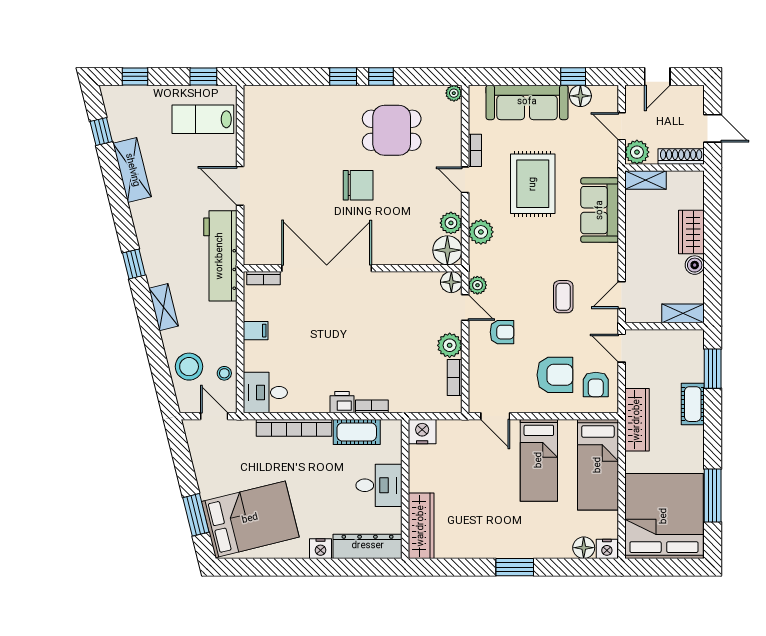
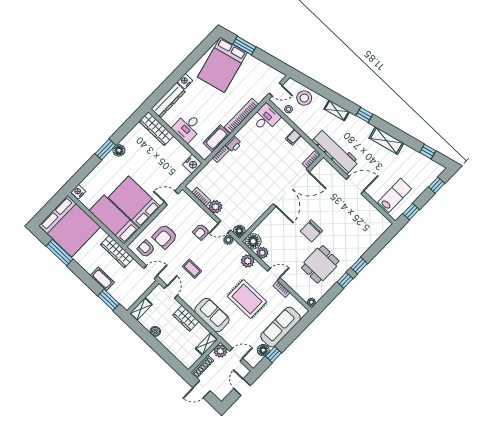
shelving: (132, 170) -> (386, 141), moved
wardrobe: (691, 232) -> (186, 318), moved, turned 180
bed: (539, 460) -> (134, 202), width x1.50
floor lamp: (584, 548) -> (119, 150), moved

